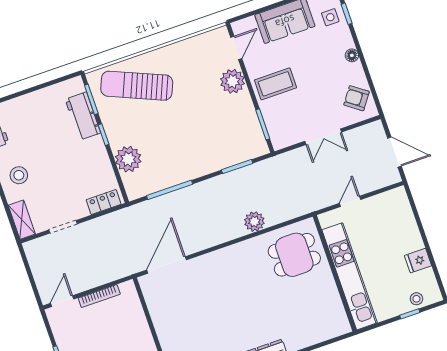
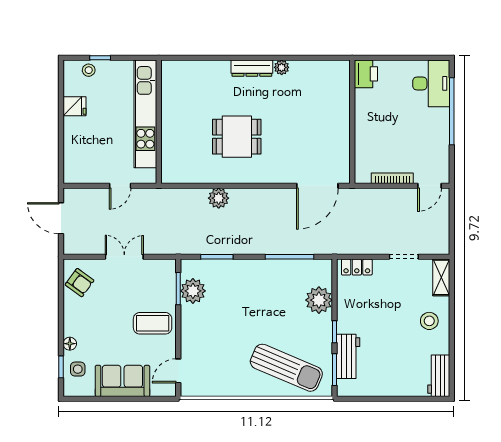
floor lamp: (352, 55) -> (70, 344), moved
plant: (232, 81) -> (193, 291), moved
dining table: (294, 255) -> (237, 137), moved

